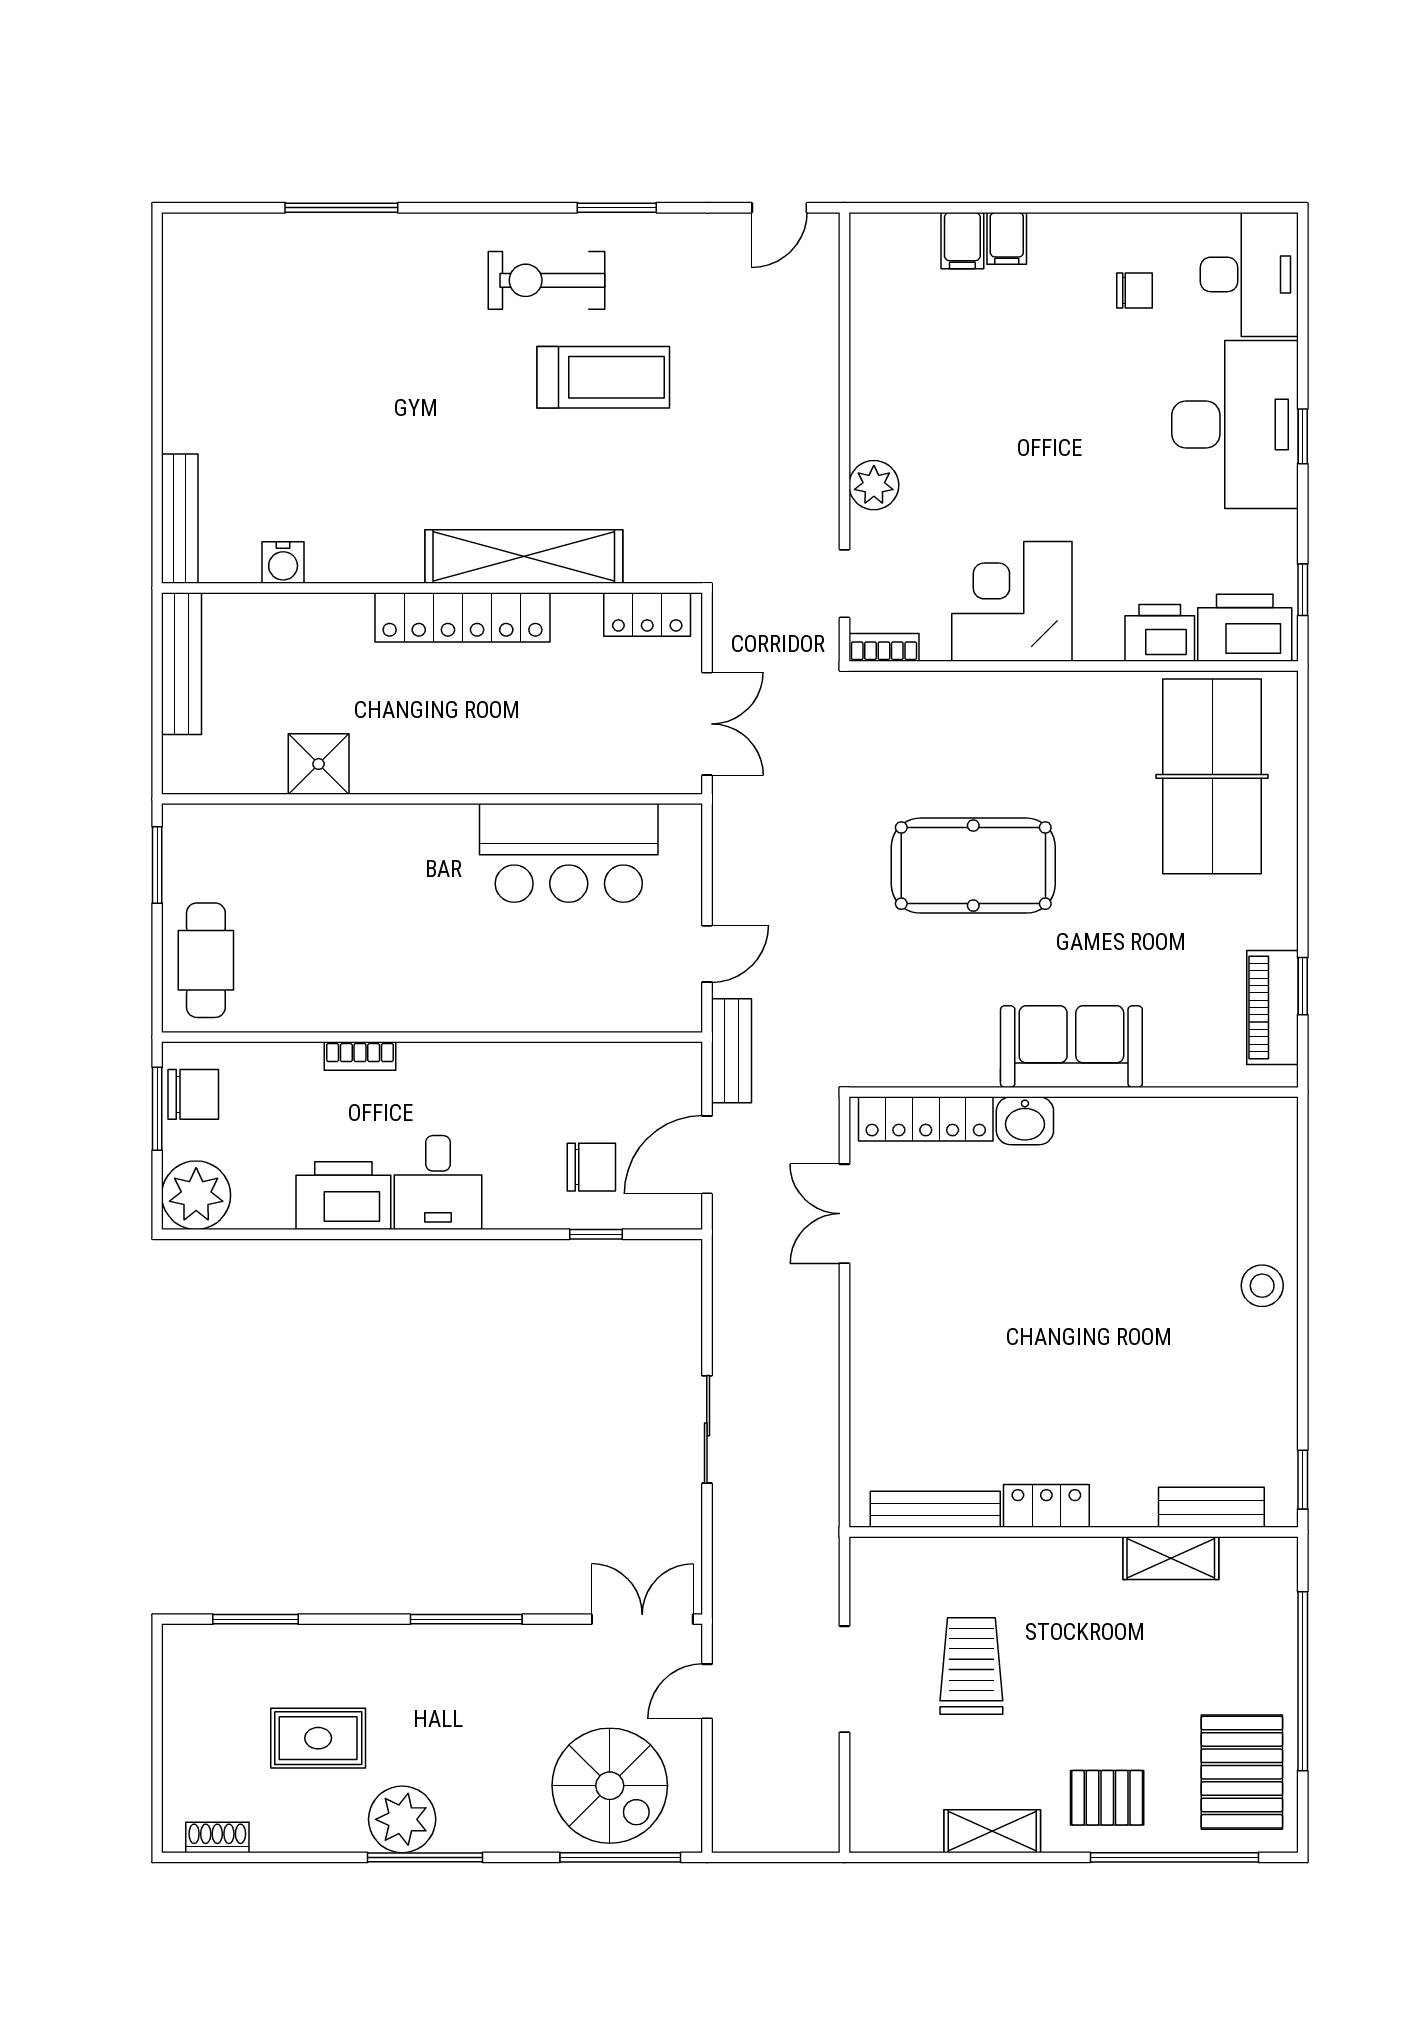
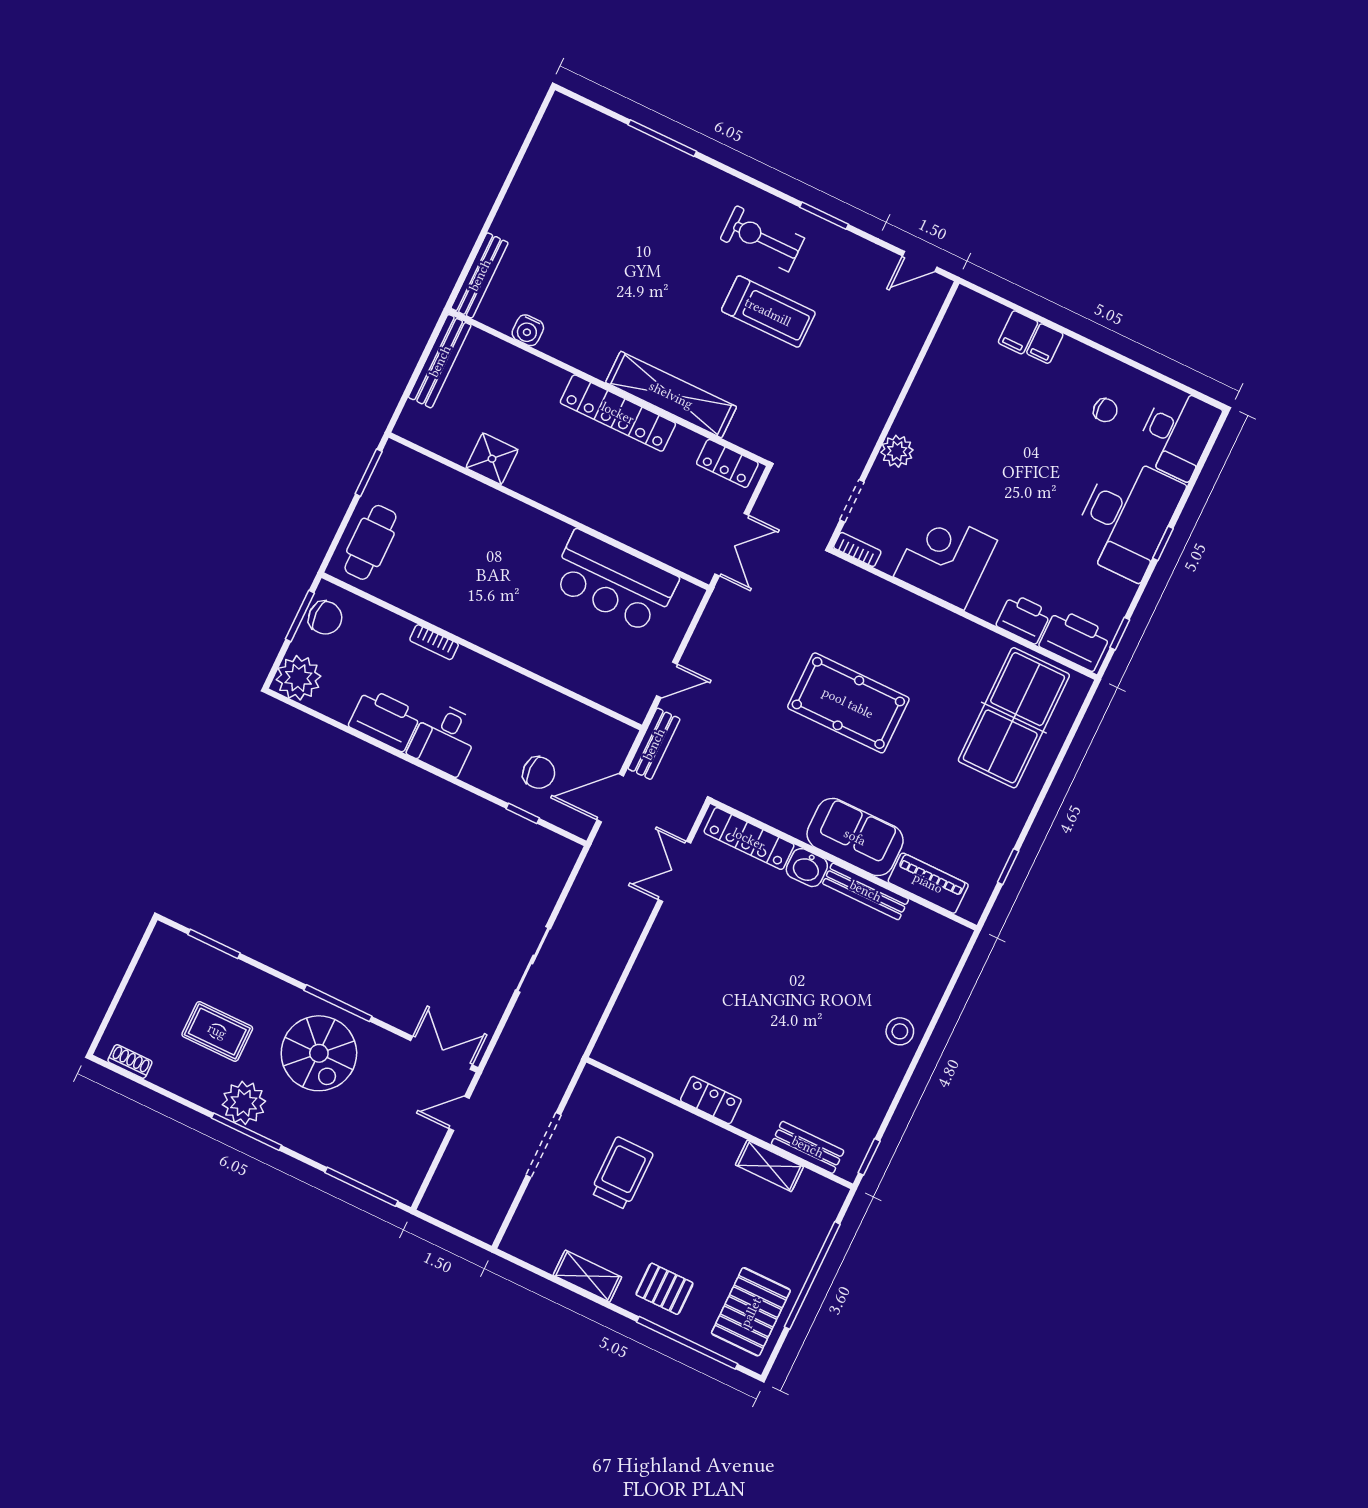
piano: (1273, 1008) -> (928, 883), moved, turned 90
bench: (935, 1509) -> (866, 891), moved
spiral stairs: (610, 1786) -> (319, 1053), moved

